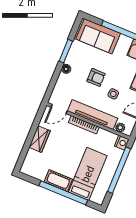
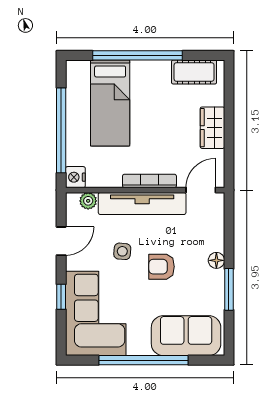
cot: (58, 181) -> (194, 72), moved

